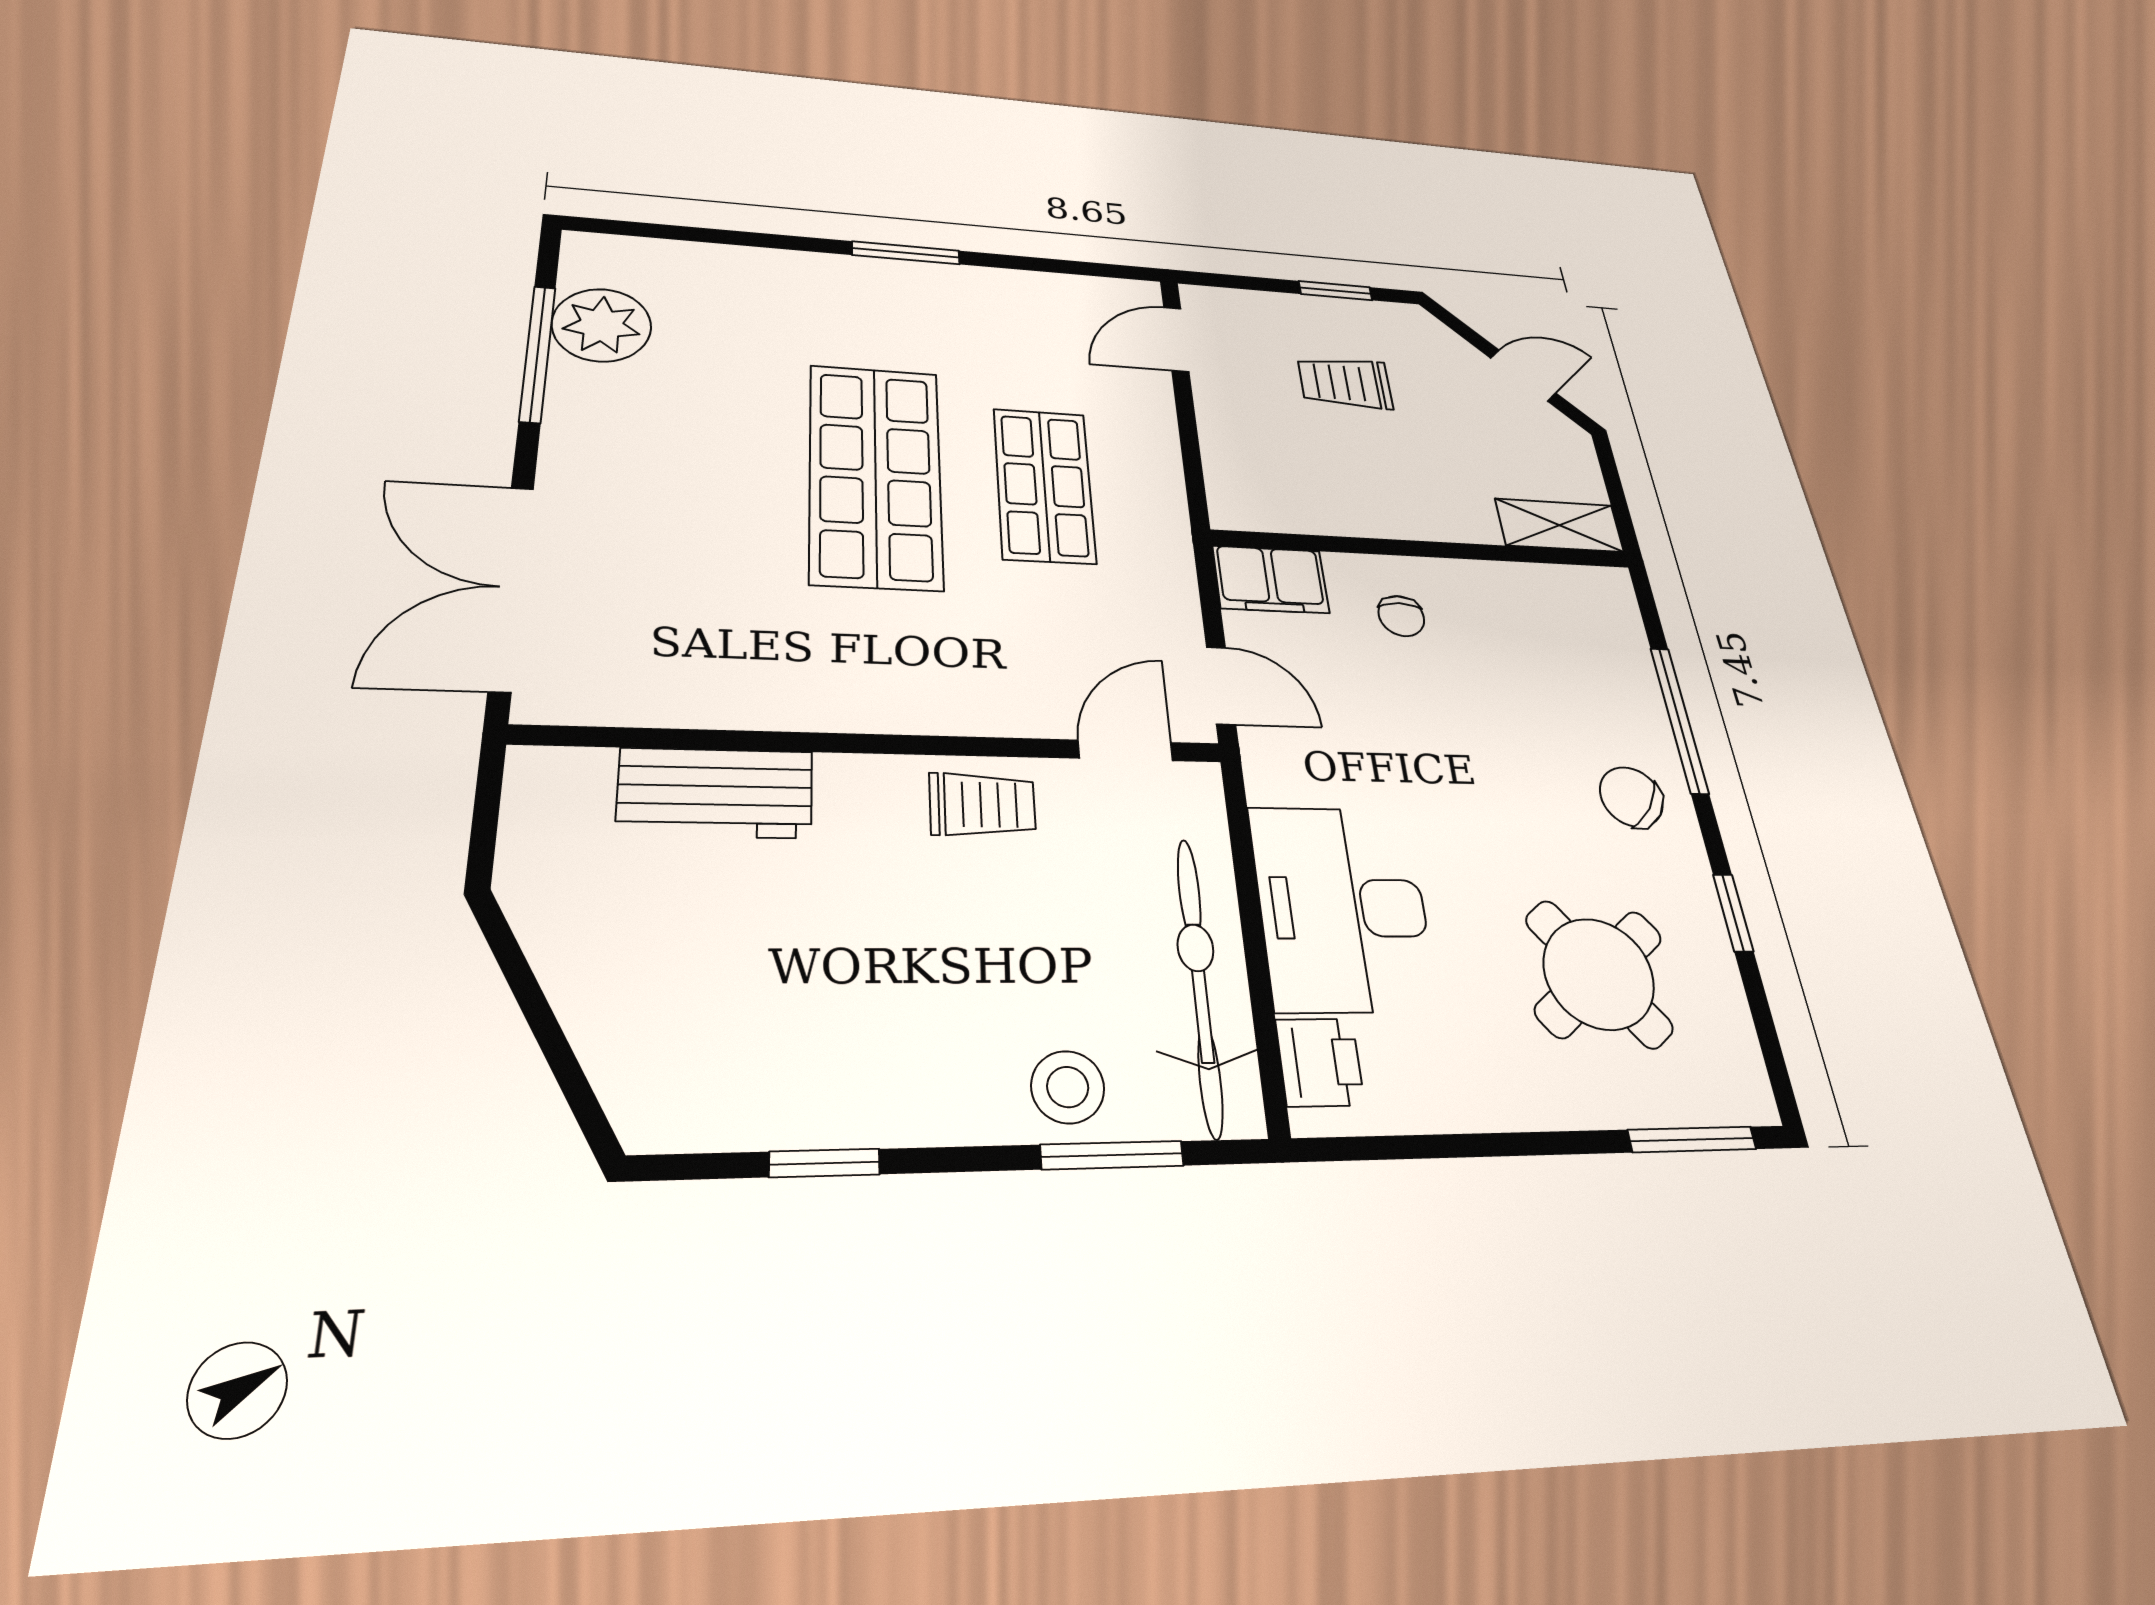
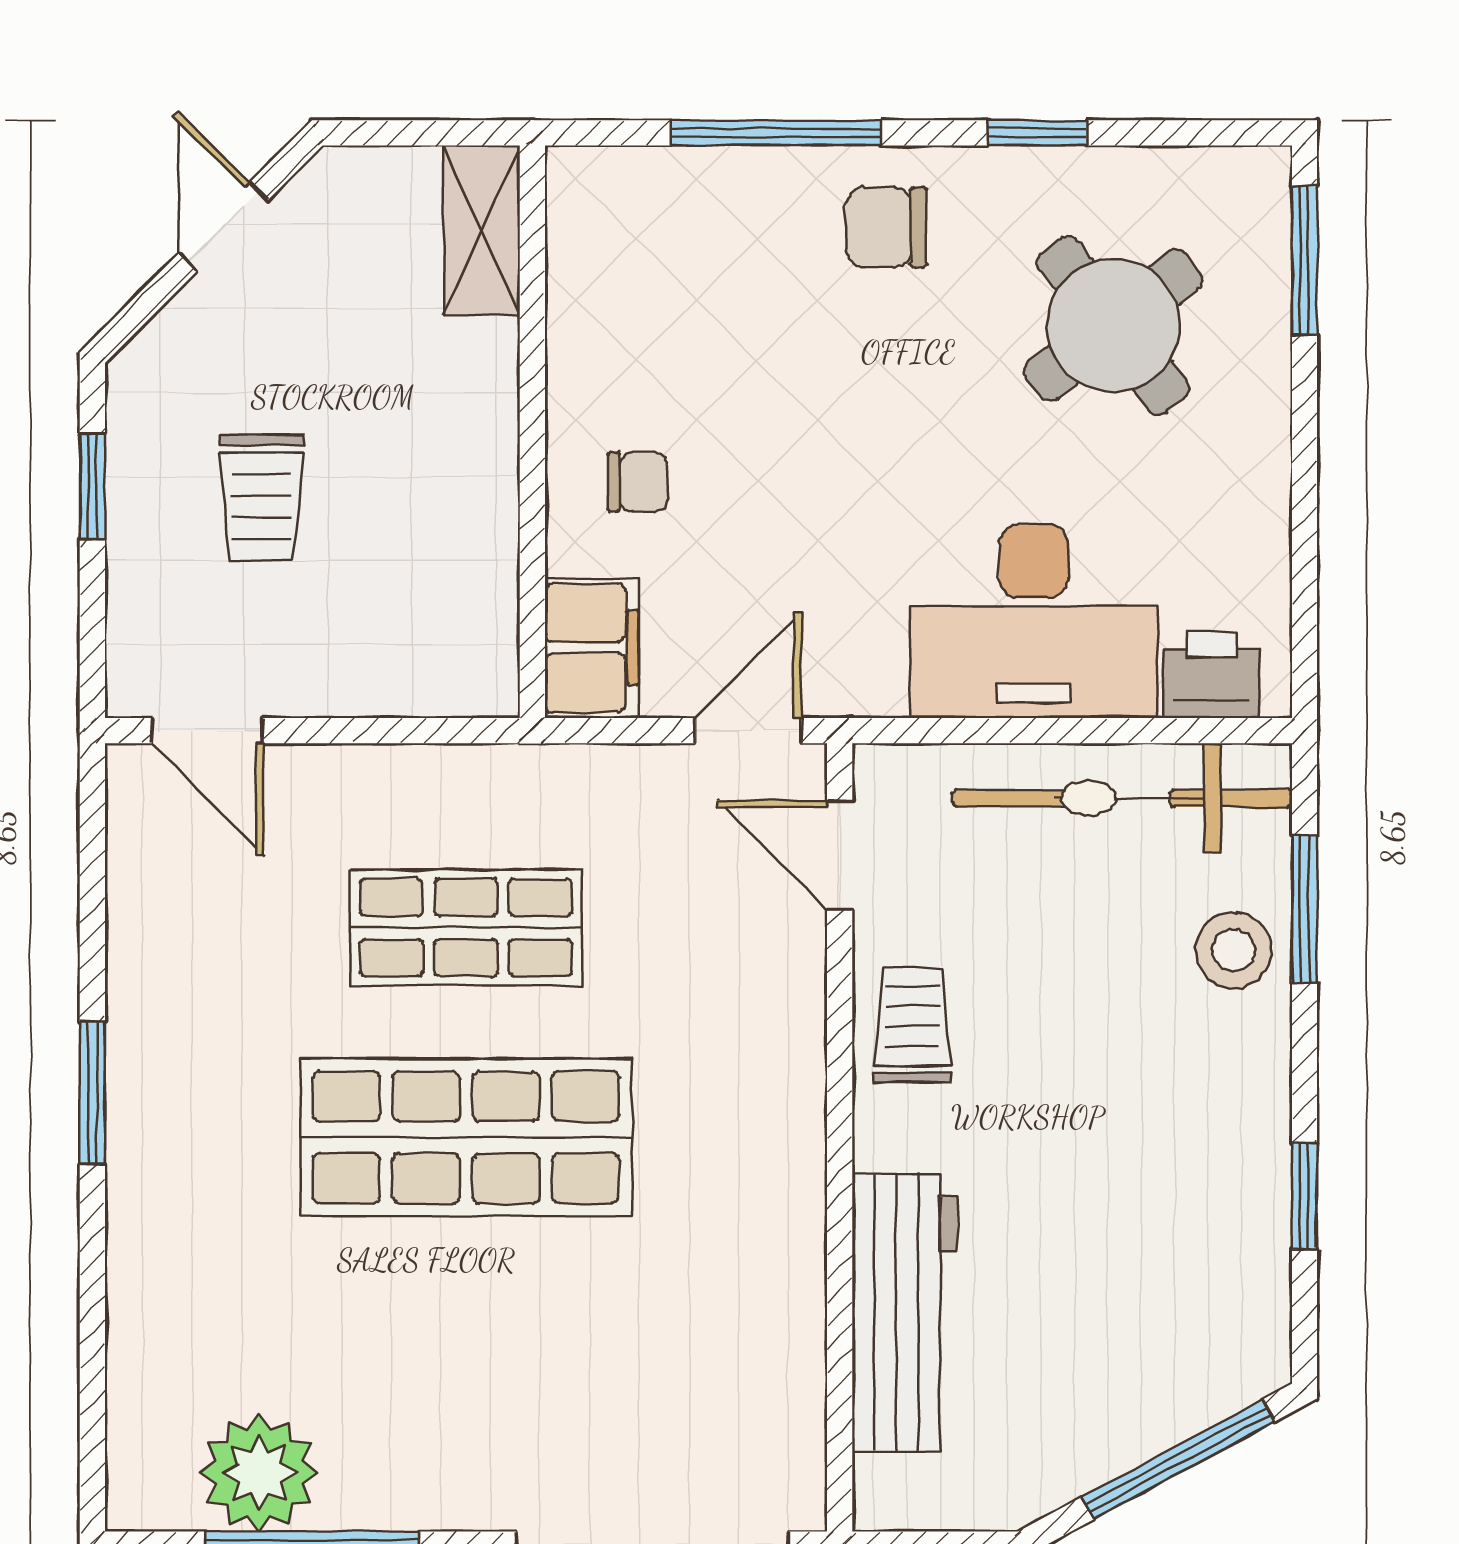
workbench: (716, 793) -> (904, 1313), width x1.38
chair: (1631, 797) -> (886, 227), turned 54
window: (552, 1041) -> (1178, 1459), added

